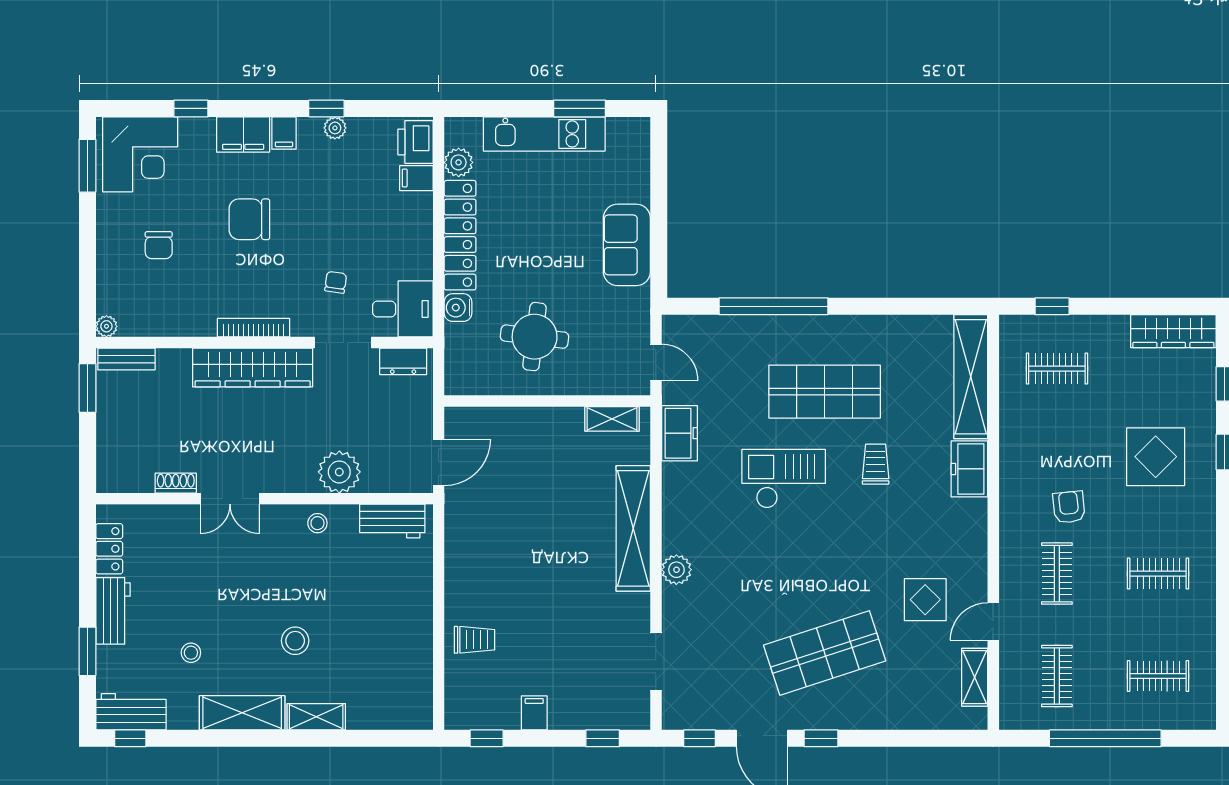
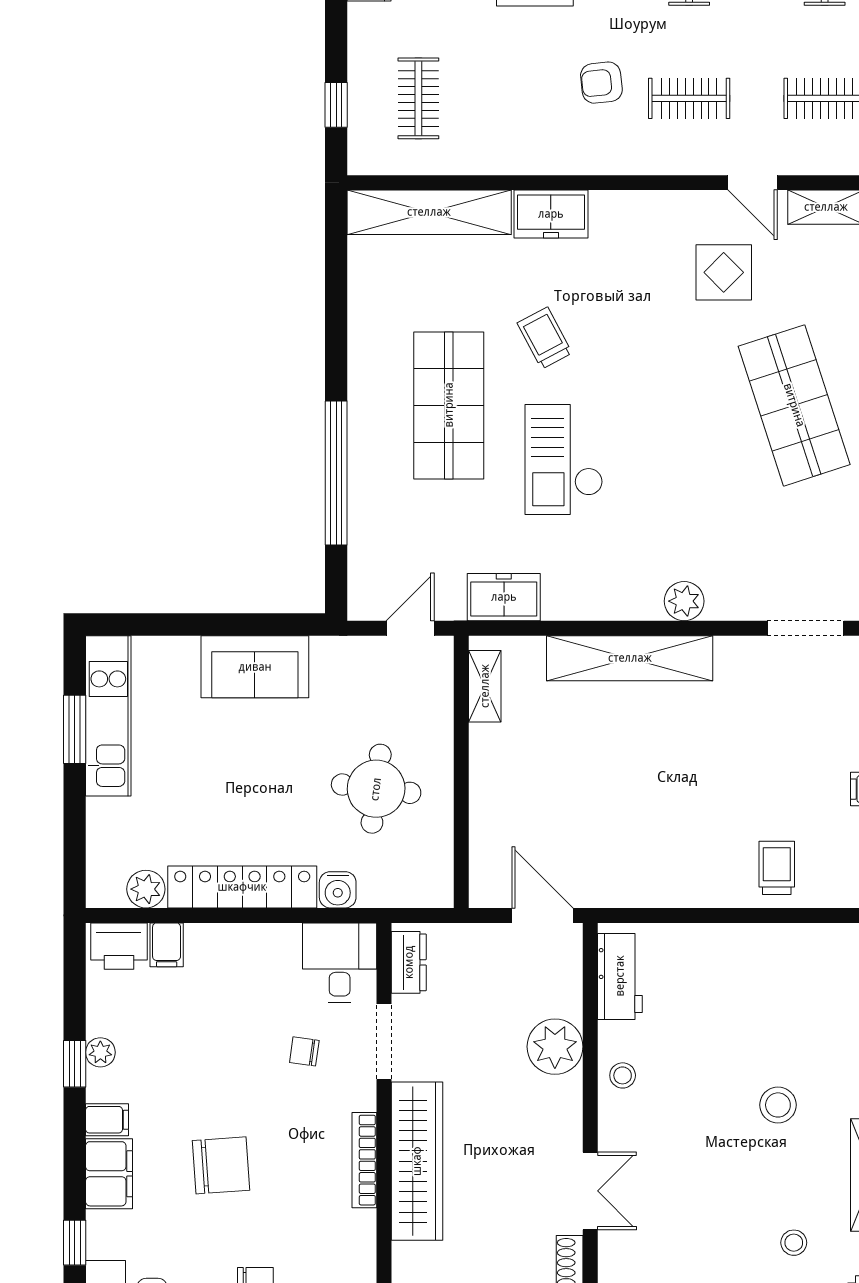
kitchen unit: (544, 134) -> (108, 716), moved
chair: (249, 219) -> (221, 1165), turned -94
trolley: (876, 464) -> (545, 338), turned 62

